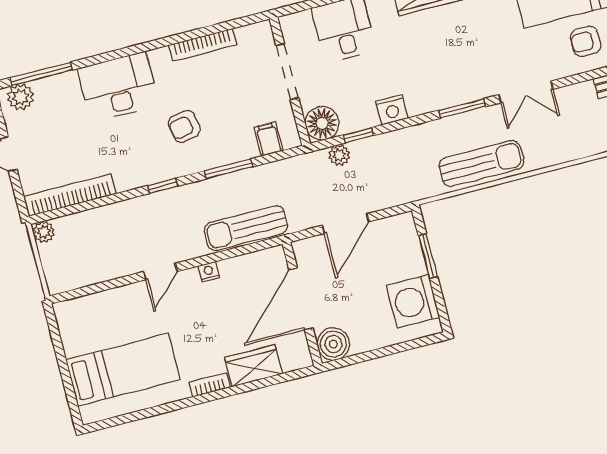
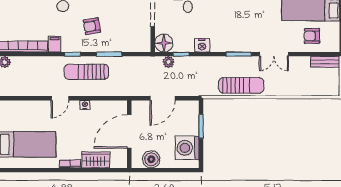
filing cabinet: (269, 139) -> (54, 44), moved
sun lounger: (246, 228) -> (86, 72), moved
boiler: (333, 344) -> (151, 159), moved

